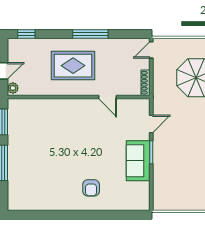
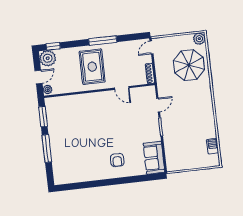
plant: (18, 48) -> (48, 58), added
rug: (73, 66) -> (92, 67), turned 90
sofa: (138, 161) -> (154, 158), moved

